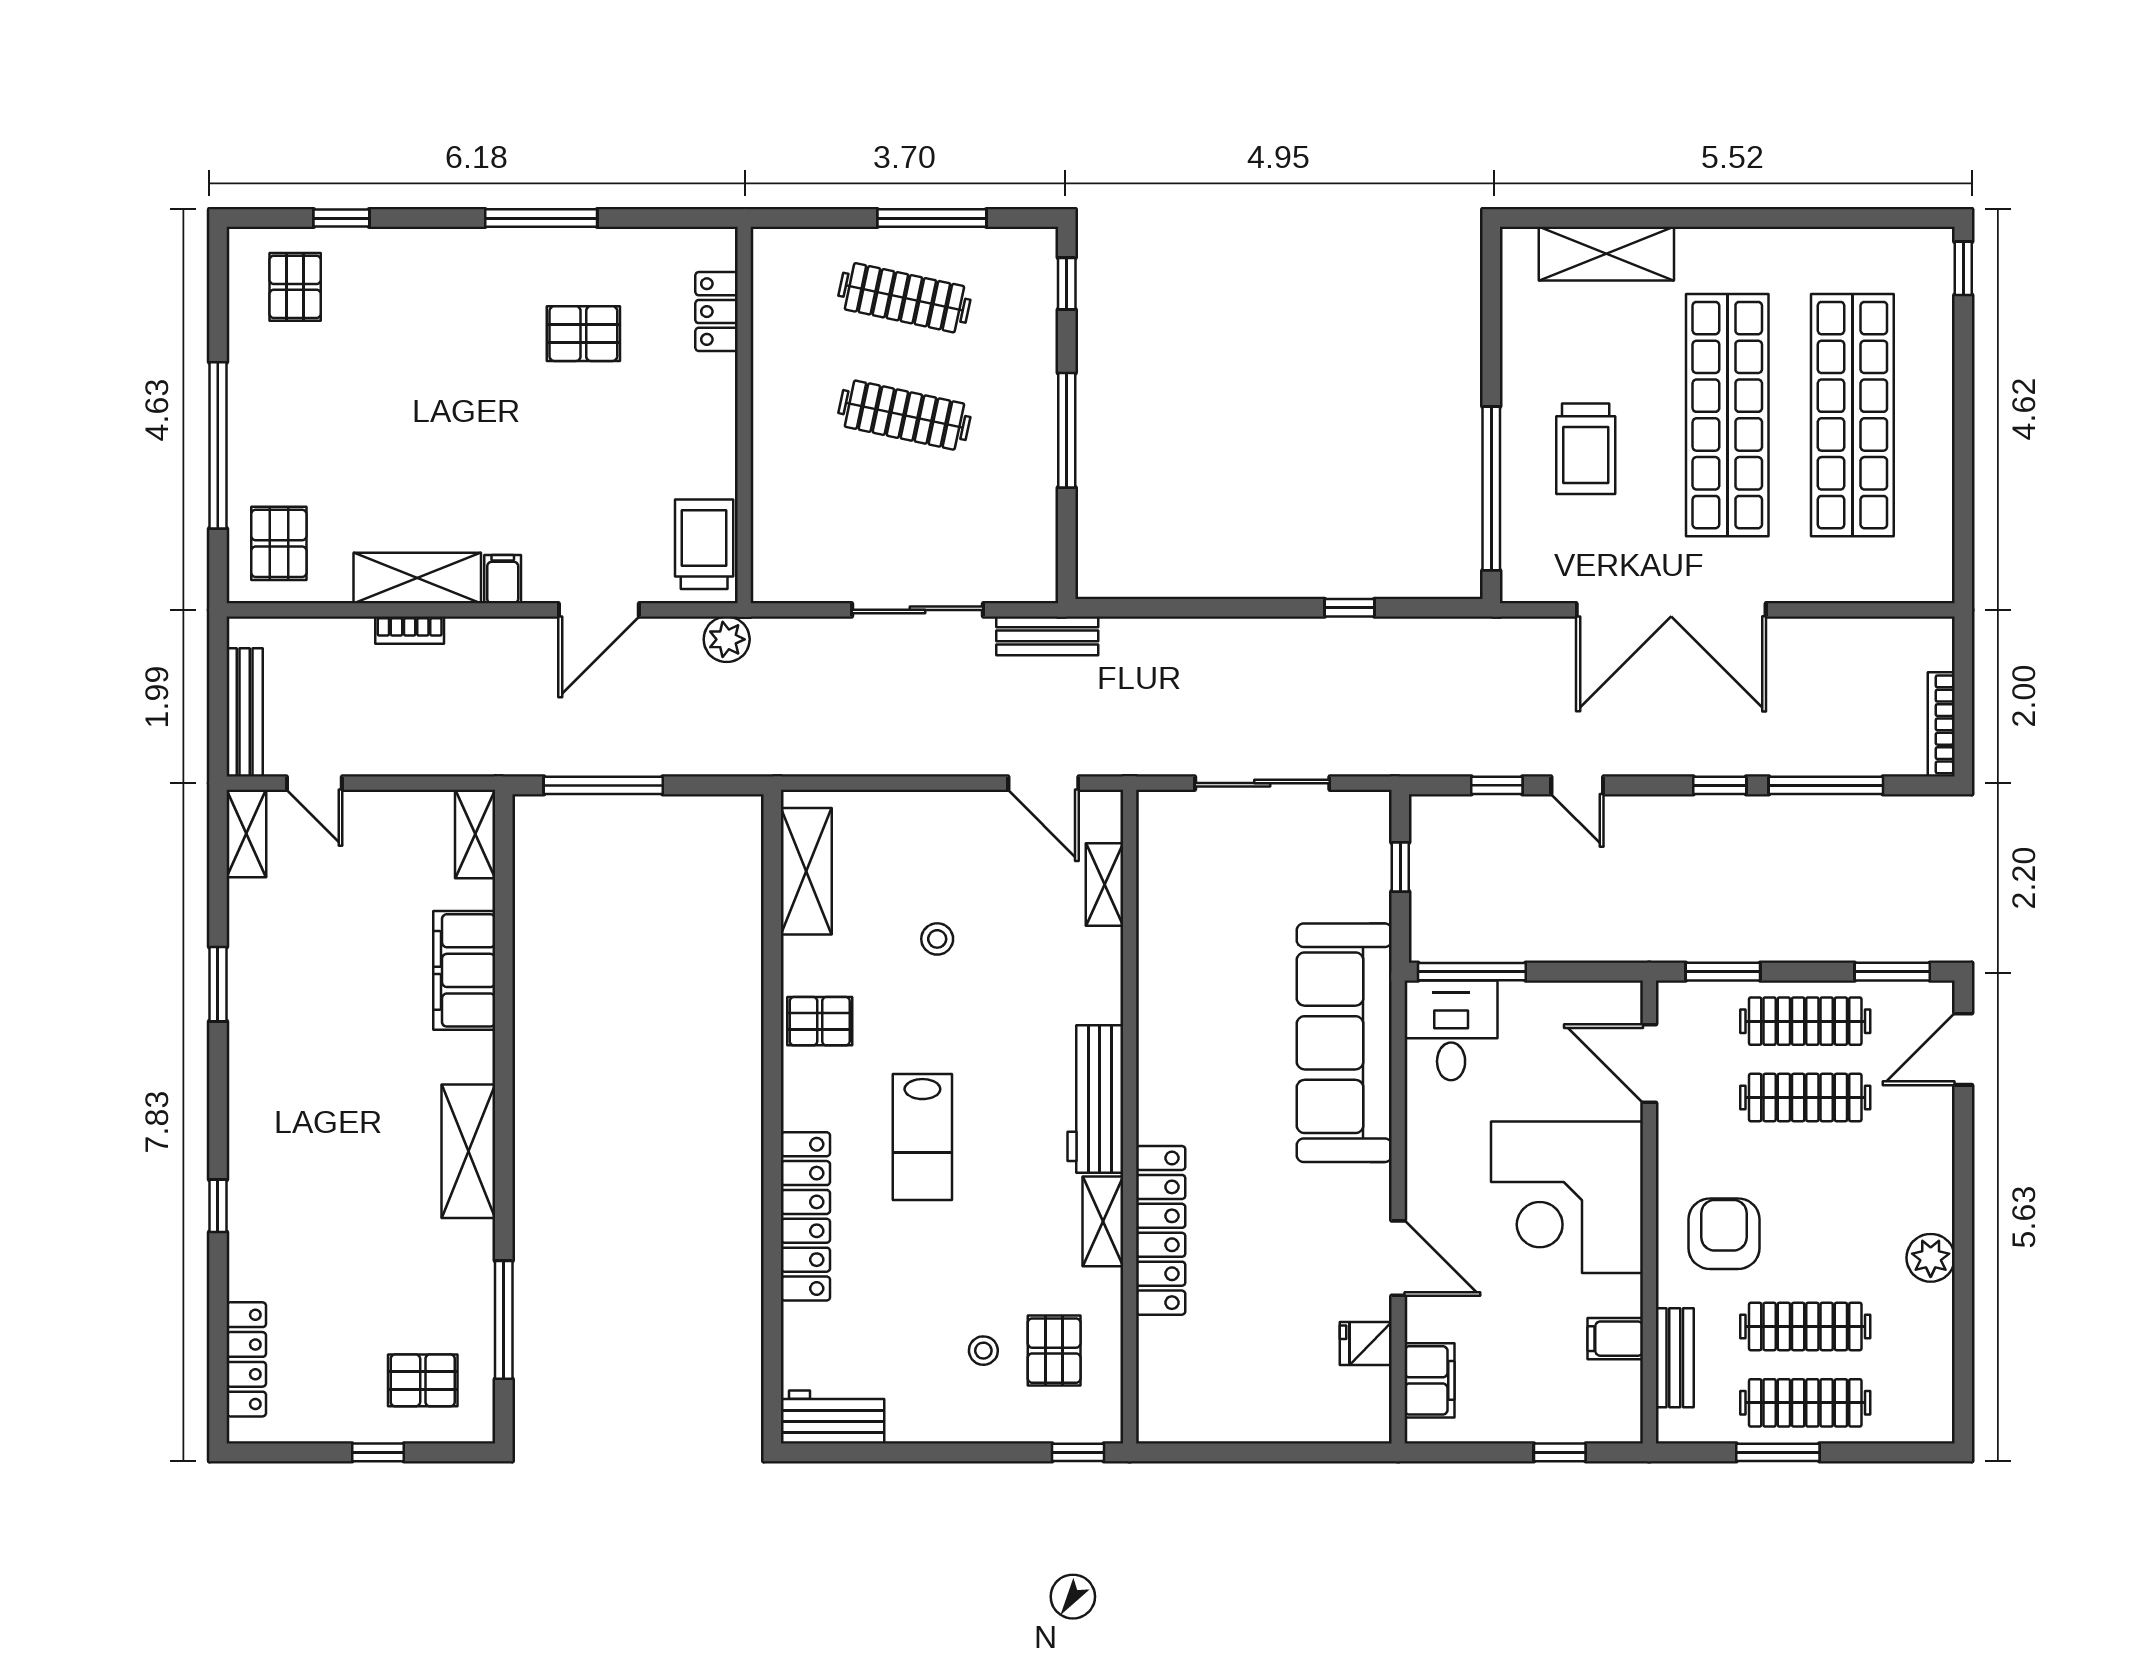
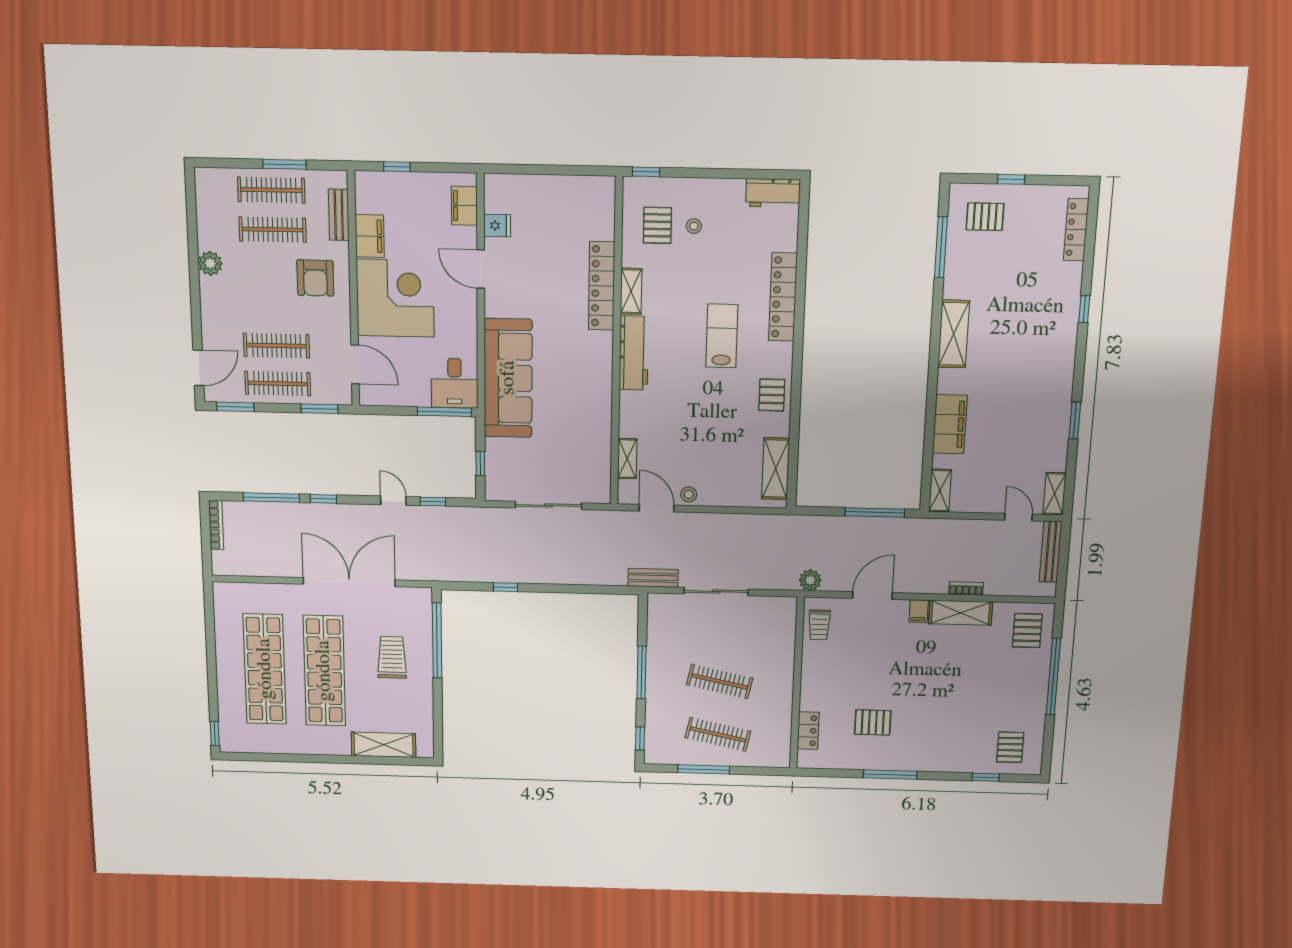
trolley: (704, 544) -> (819, 625), width x0.73, depth x0.72
stool: (937, 939) -> (689, 494), moved
pallet: (820, 1021) -> (772, 395), turned 90
filing cabinet: (1615, 1339) -> (370, 236), width x2.00

